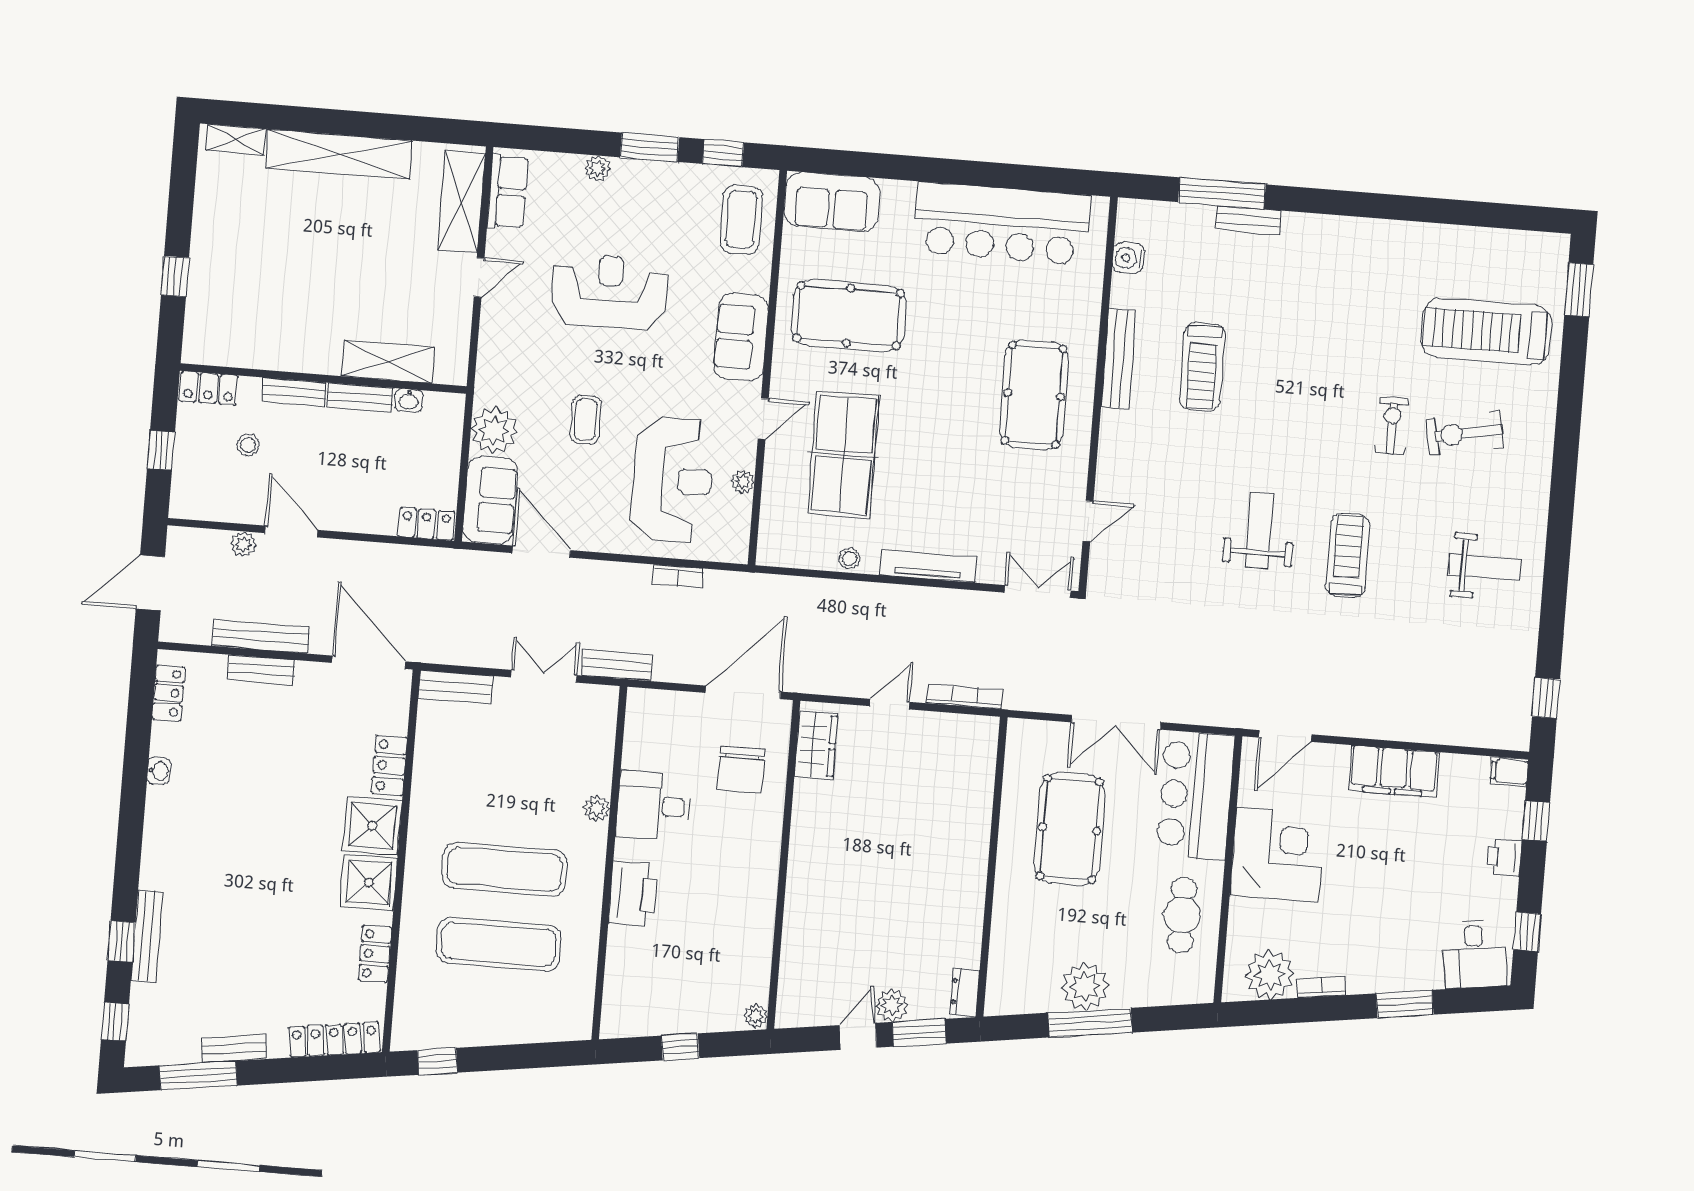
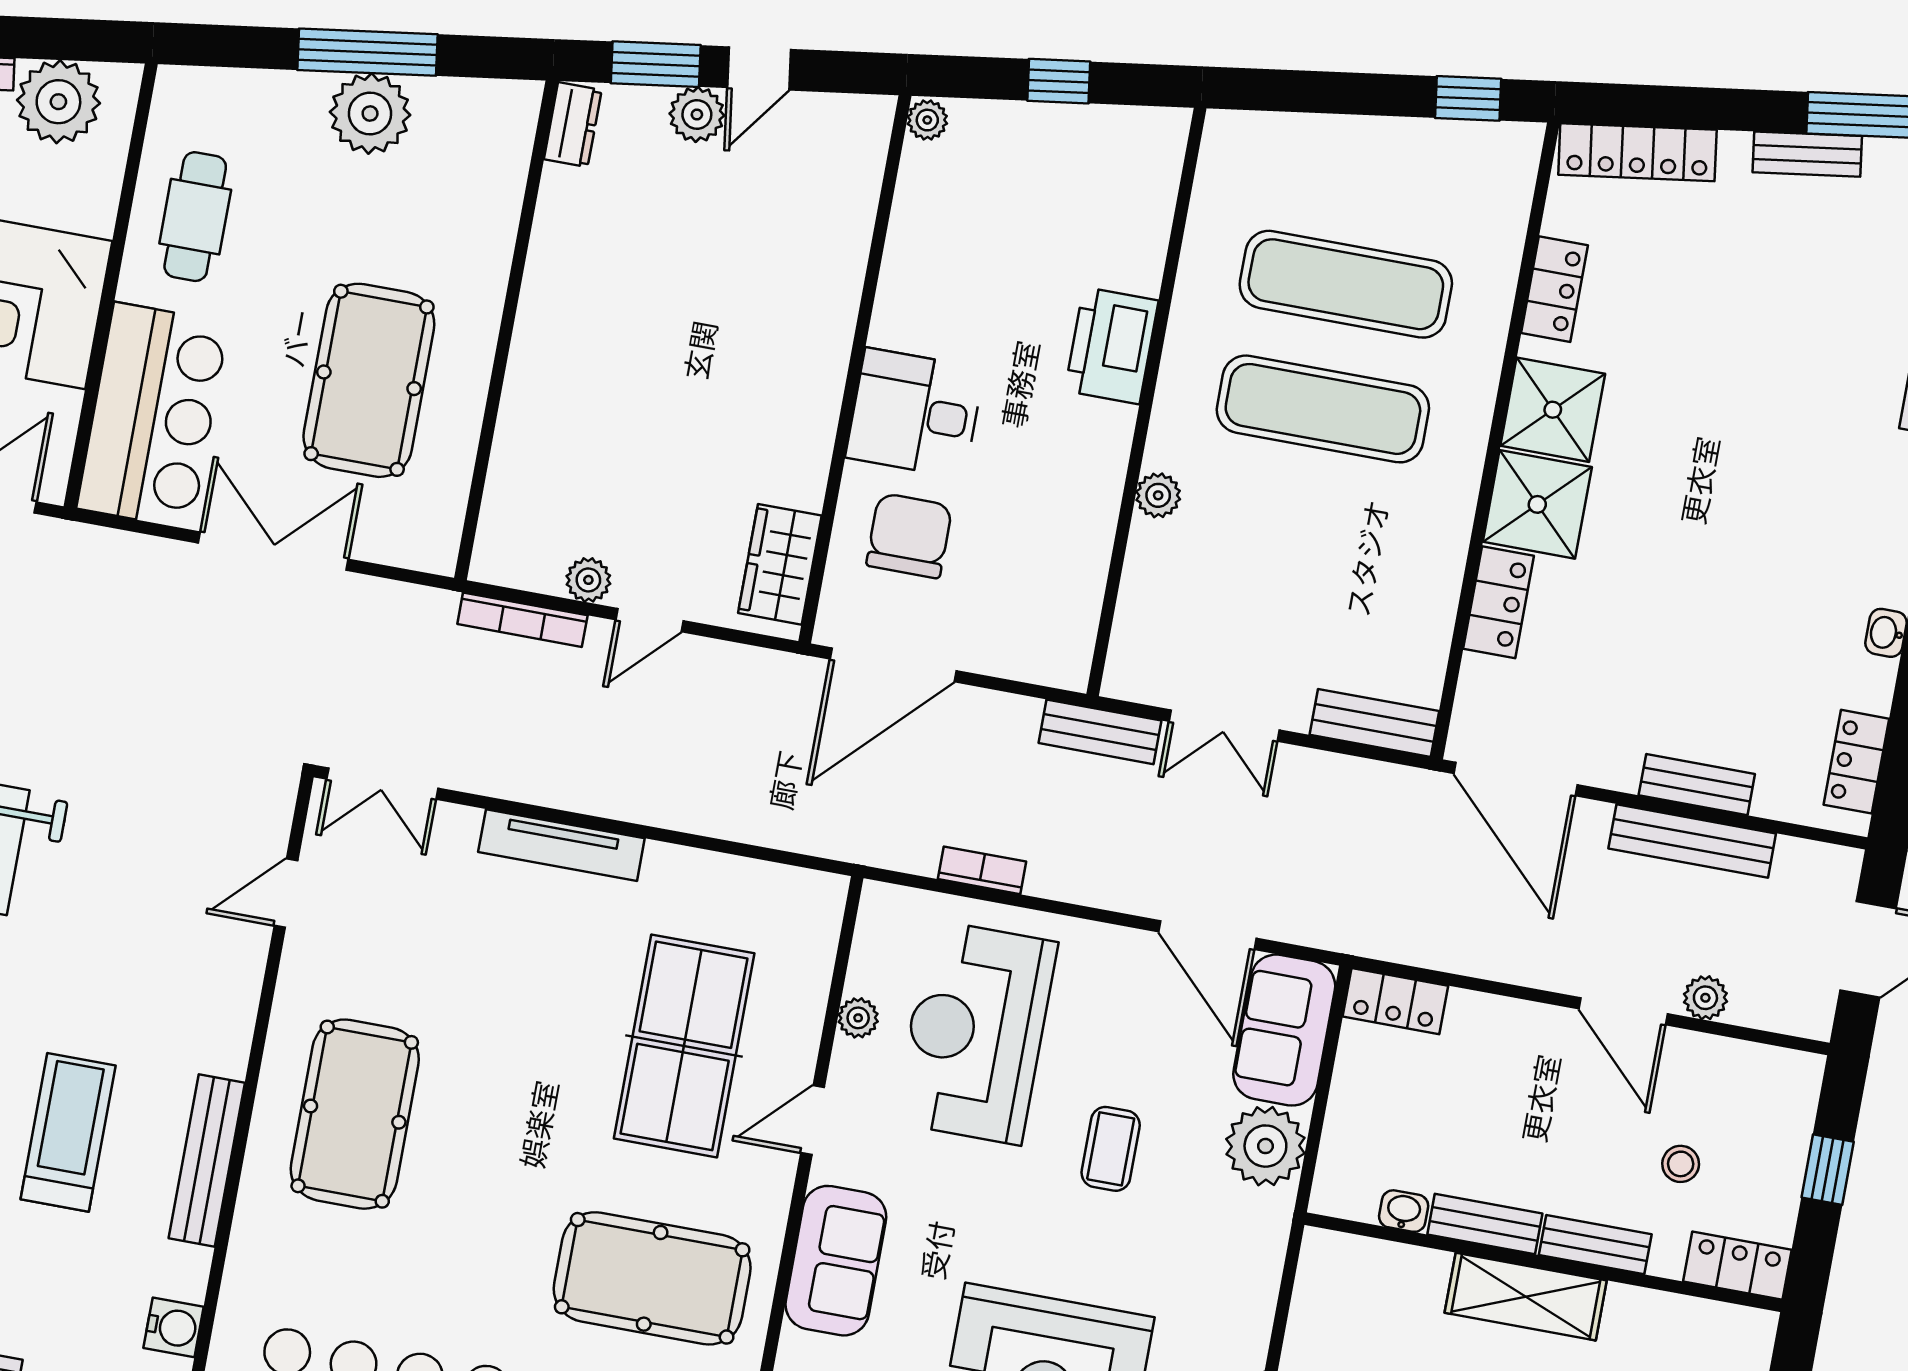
shelving: (388, 362) -> (1526, 1297), moved
stool: (849, 559) -> (692, 871), removed
plant: (928, 724) -> (588, 580), added
desk: (654, 806) -> (915, 413), moved, turned 180

